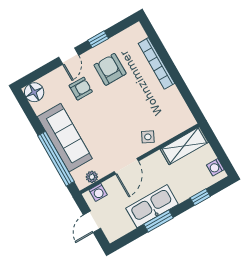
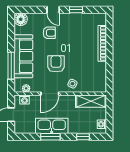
door: (69, 56) -> (53, 10), hinge flipped
armchair: (110, 69) -> (56, 64), moved
window: (56, 159) -> (11, 66), width x0.68

